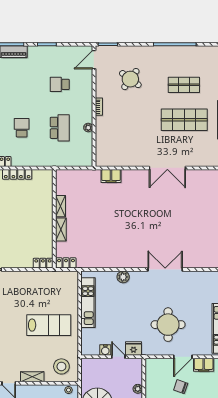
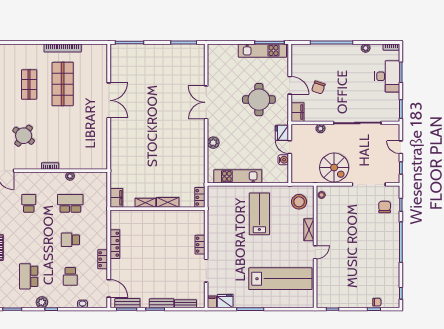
school desk: (60, 84) -> (29, 203), turned 180
filing cabinet: (111, 176) -> (116, 198), moved
locker: (43, 263) -> (200, 245), moved
door: (118, 357) -> (290, 147), hinge flipped
filing cabinet: (204, 365) -> (297, 112), moved

